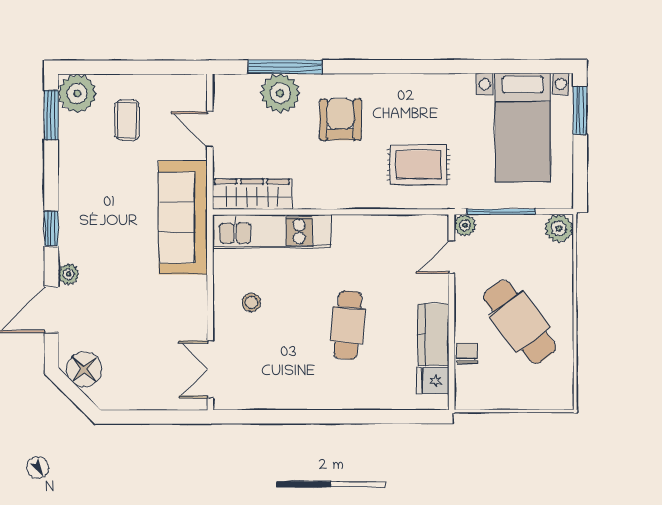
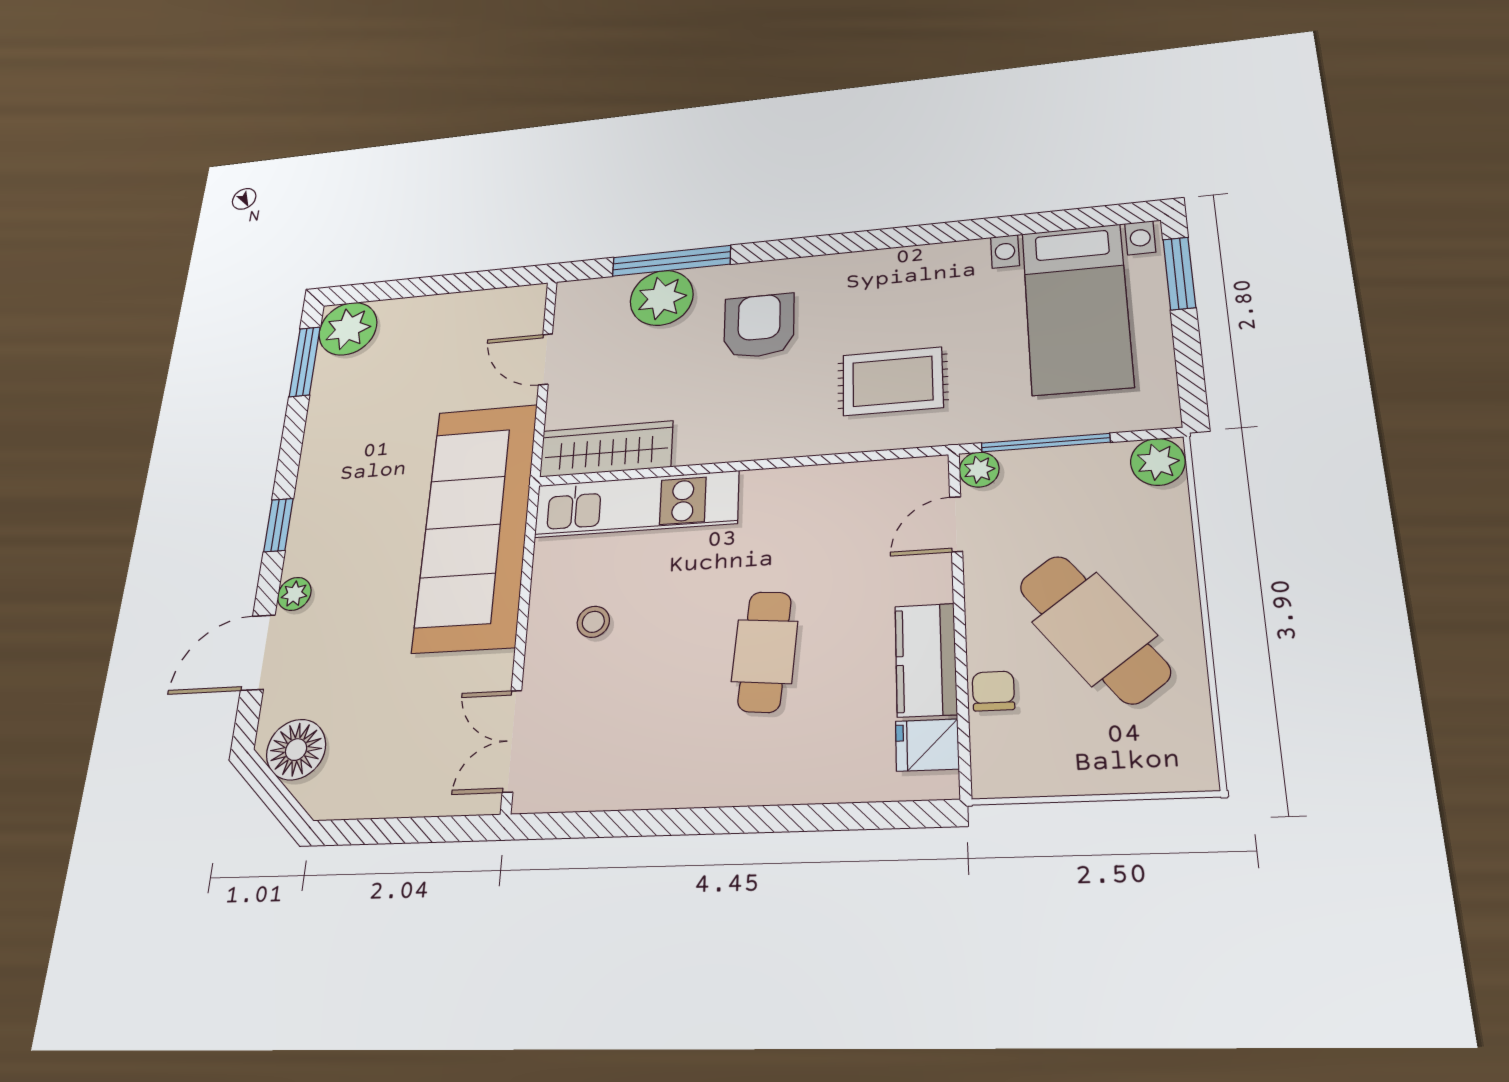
coffee table: (127, 120) -> (418, 358), removed
sofa: (183, 218) -> (476, 526), width x1.36, depth x1.27

